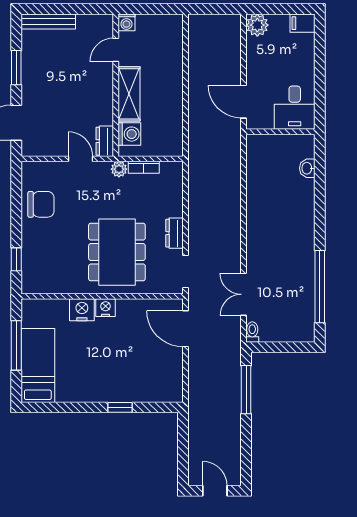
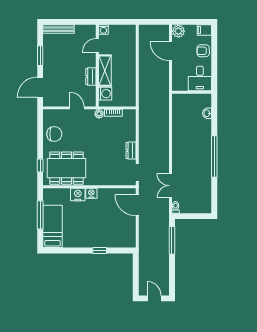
armchair: (300, 59) -> (203, 51), added
door: (244, 102) -> (171, 51), moved
dresser: (105, 141) -> (91, 77), moved
dining table: (117, 252) -> (66, 168), moved, turned 90
window: (320, 287) -> (214, 156), moved

